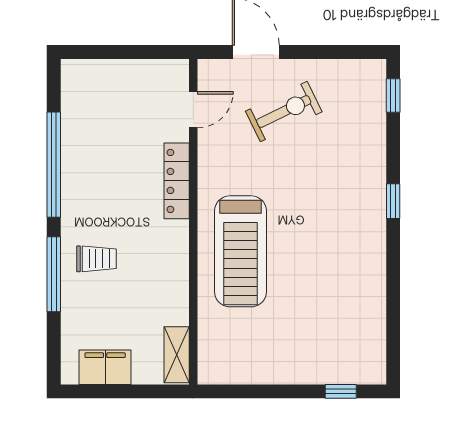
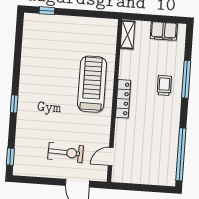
exercise bike: (284, 112) -> (66, 152), turned -152
window: (54, 165) -> (181, 154), moved
locker: (177, 181) -> (123, 99), moved
trolley: (97, 259) -> (164, 85), turned 90

